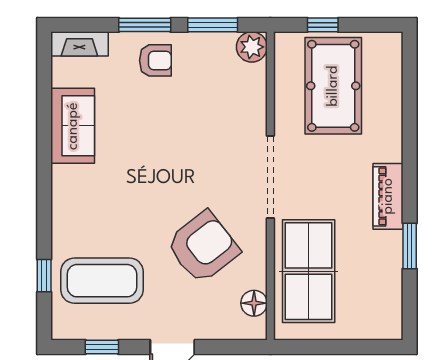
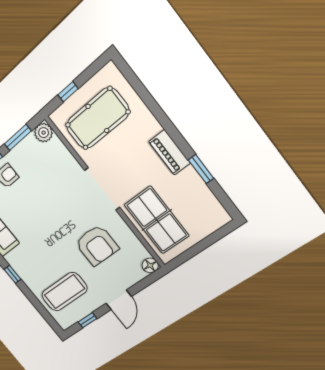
pool table: (333, 86) -> (97, 118), turned 90
armchair: (203, 247) -> (97, 245), turned 128
window: (44, 276) -> (13, 274), moved
floor lamp: (254, 303) -> (150, 265), moved

